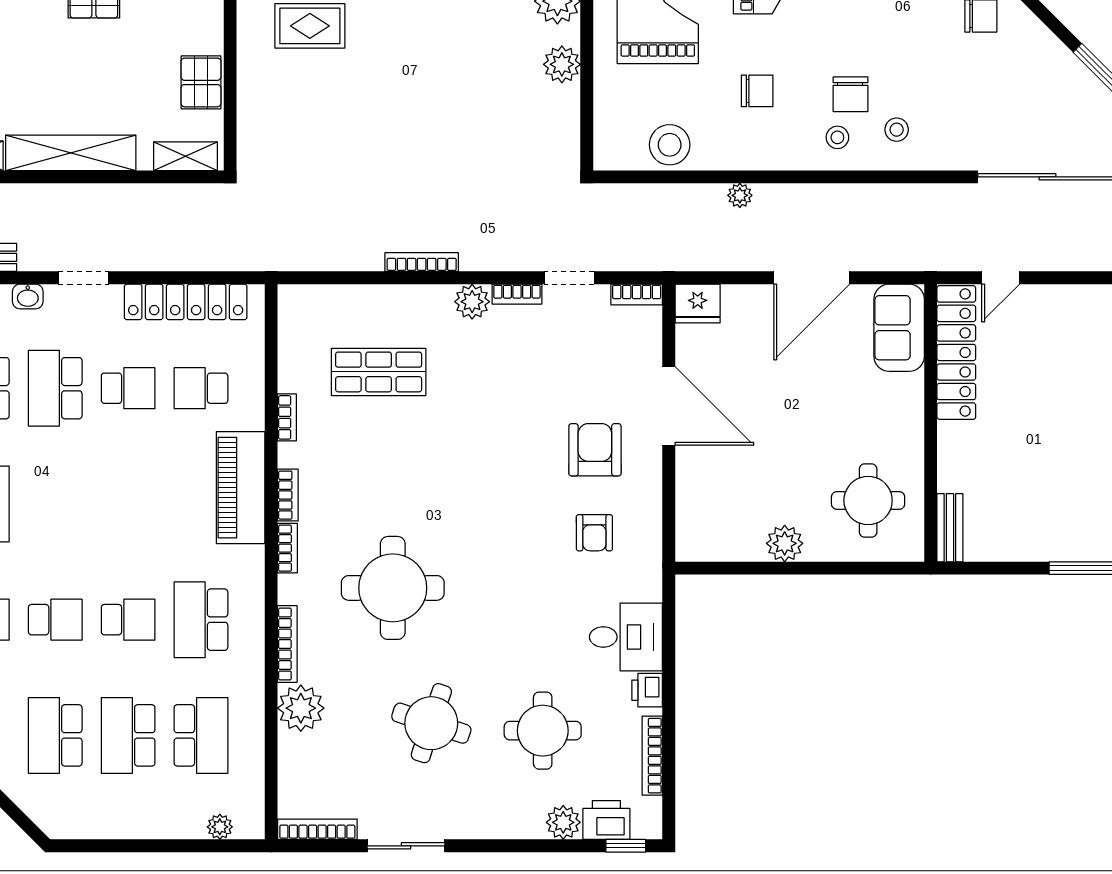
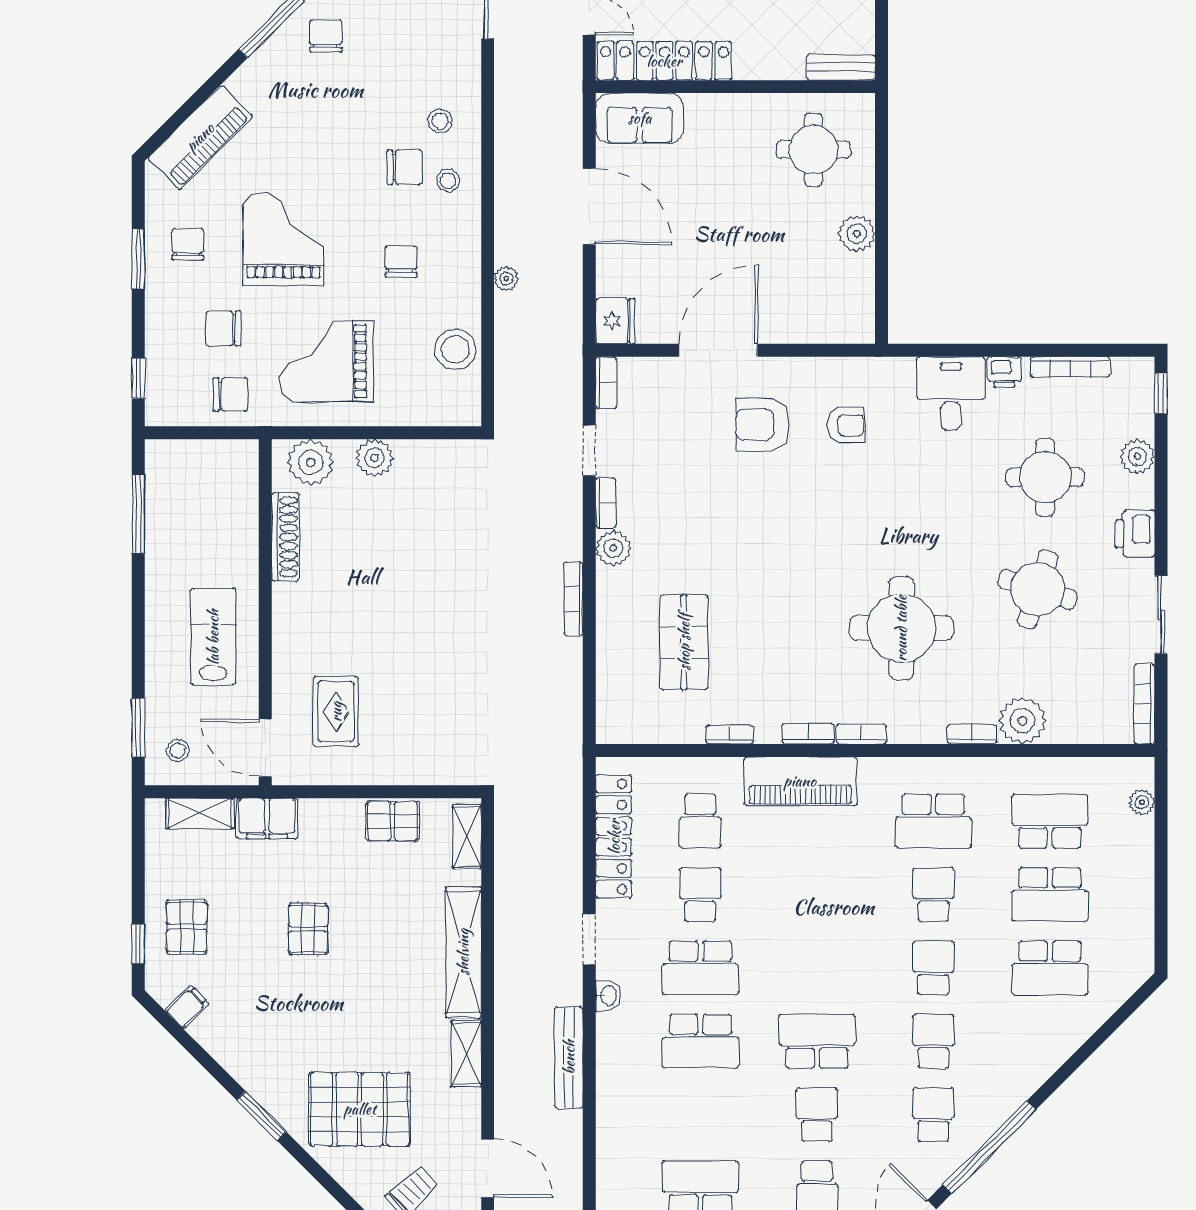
bookcase: (287, 644) -> (972, 734), width x0.64
printer: (606, 820) -> (1135, 534), moved

